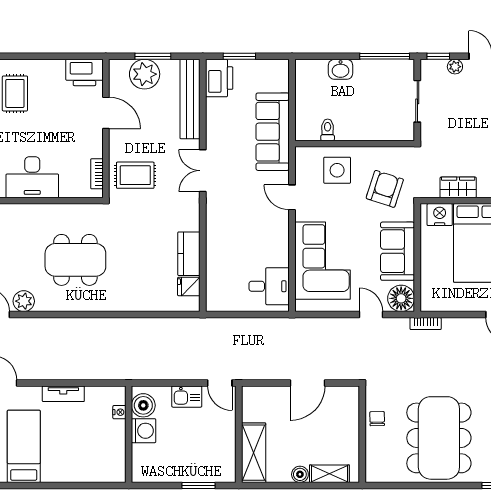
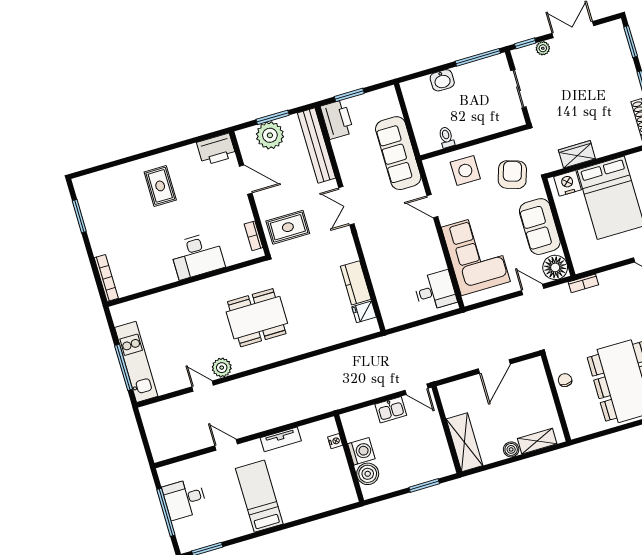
boiler: (143, 405) -> (368, 474), moved

